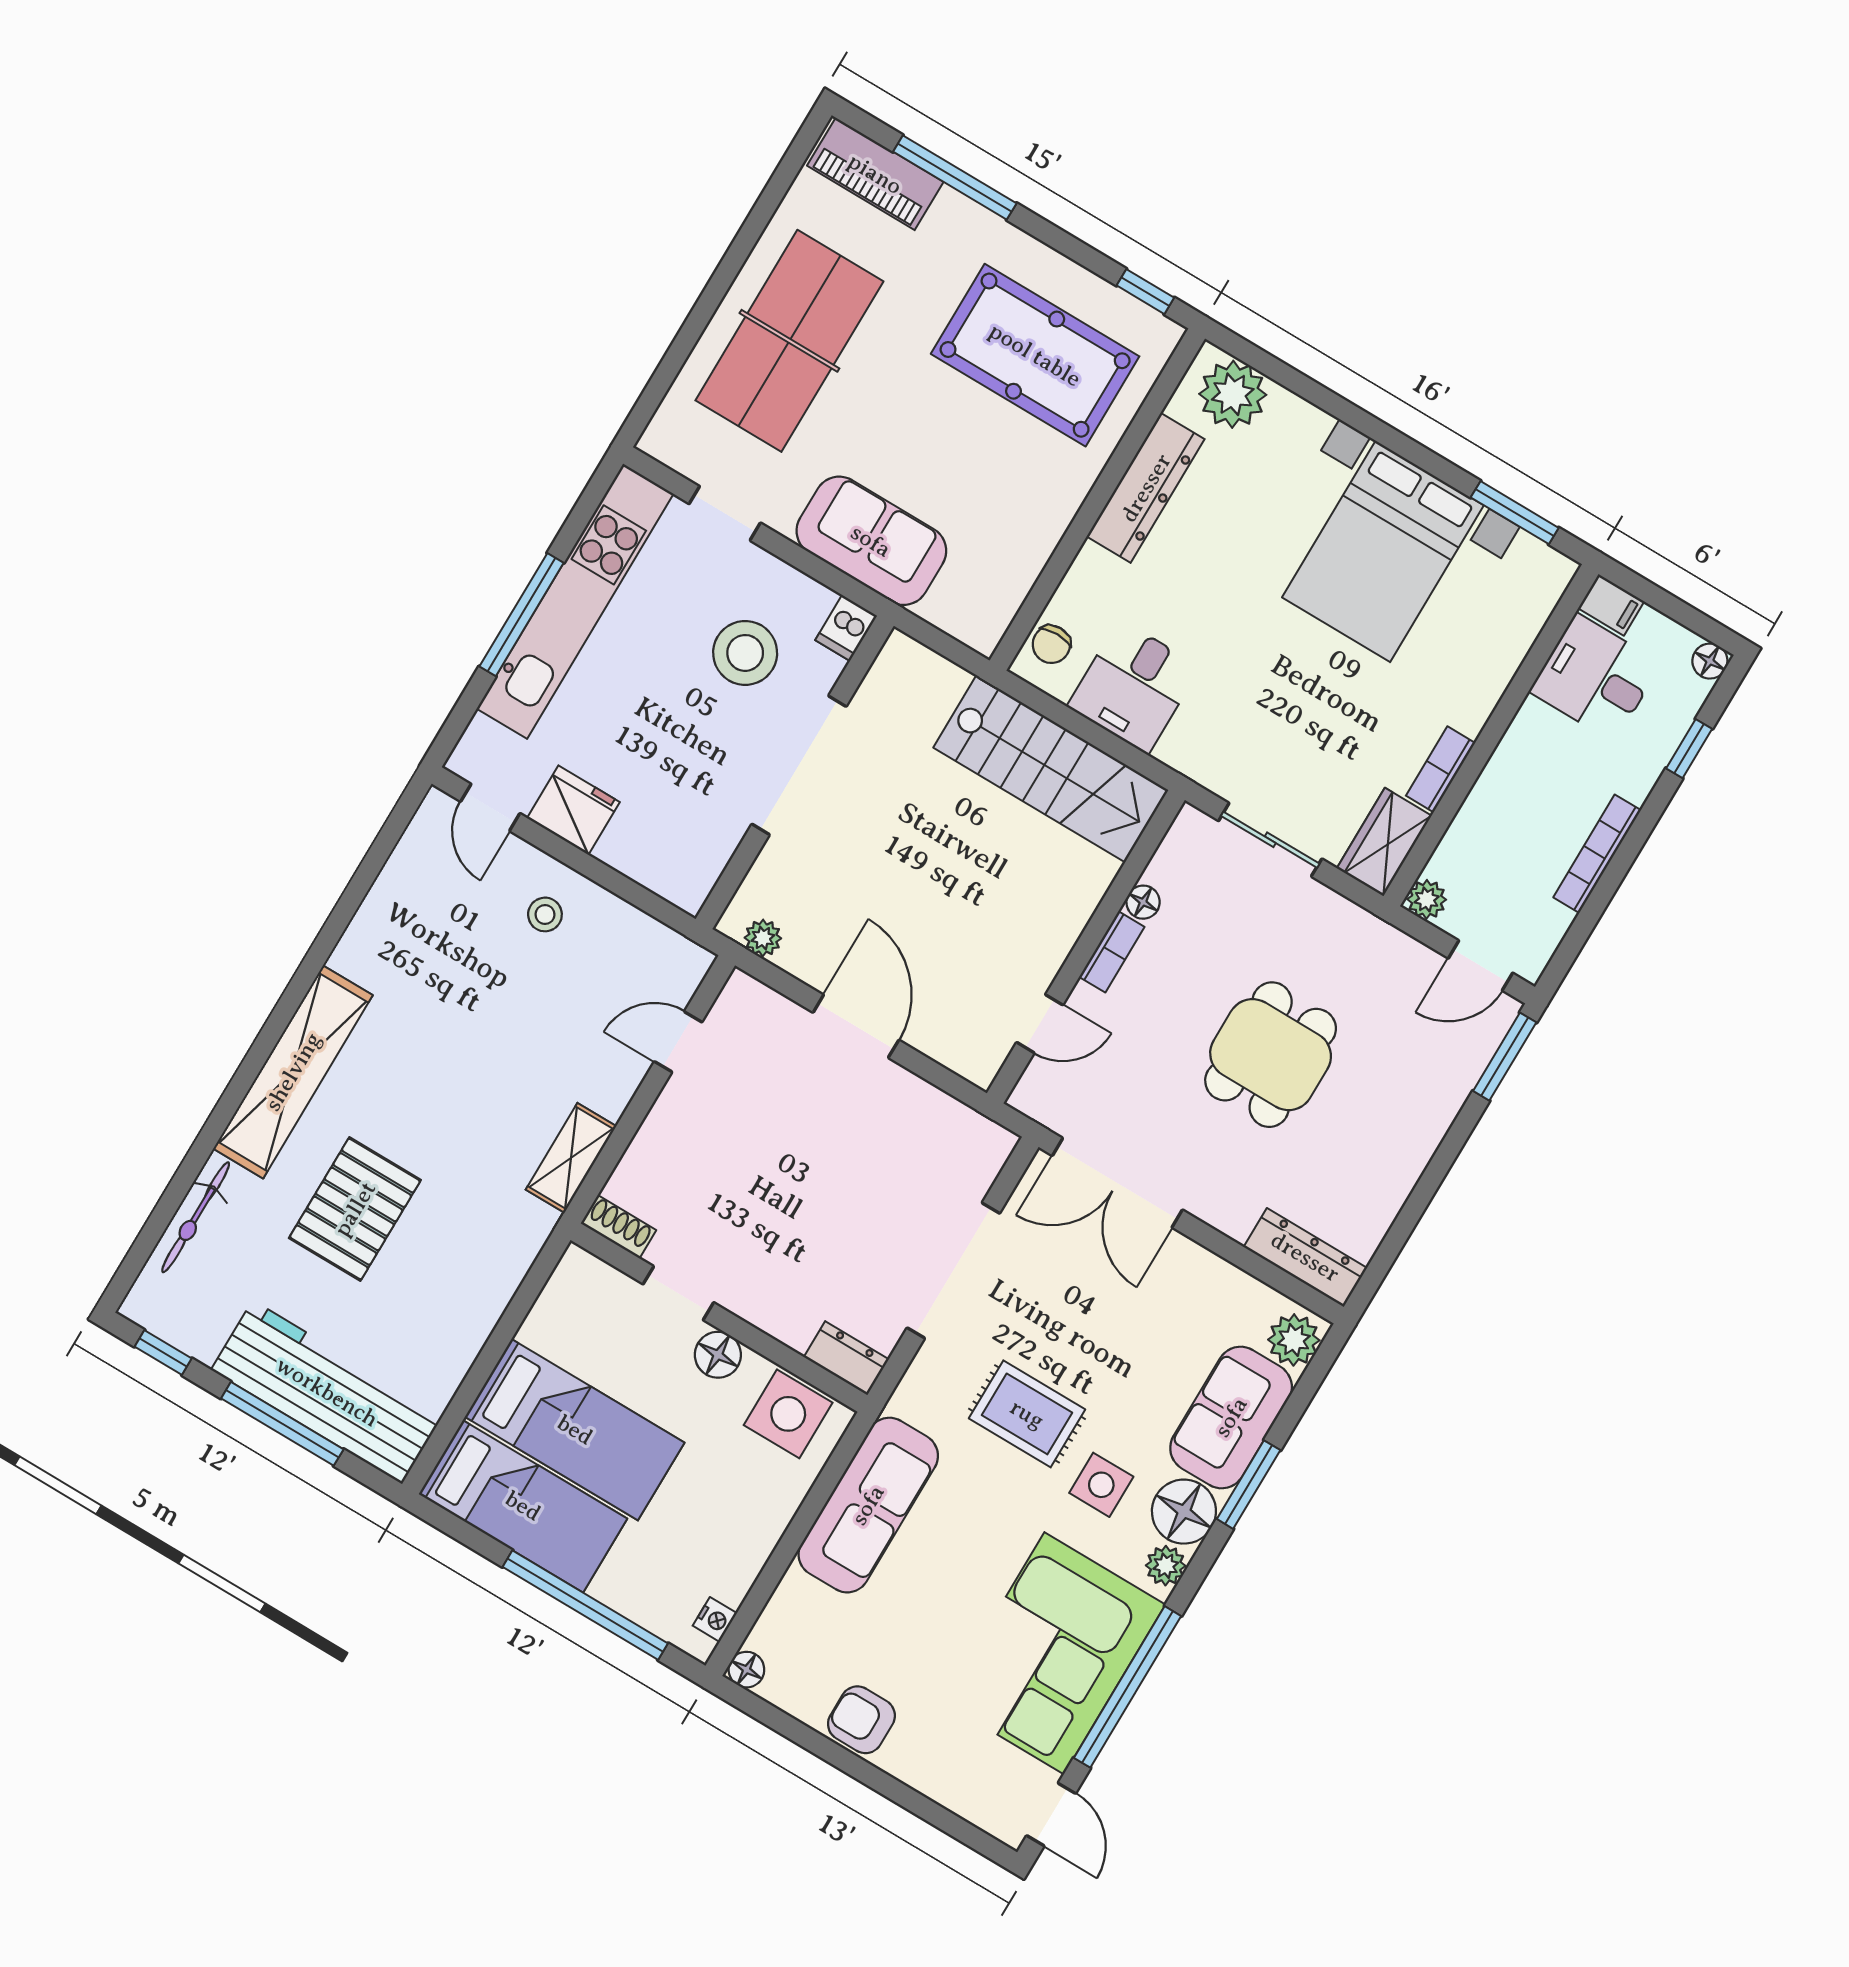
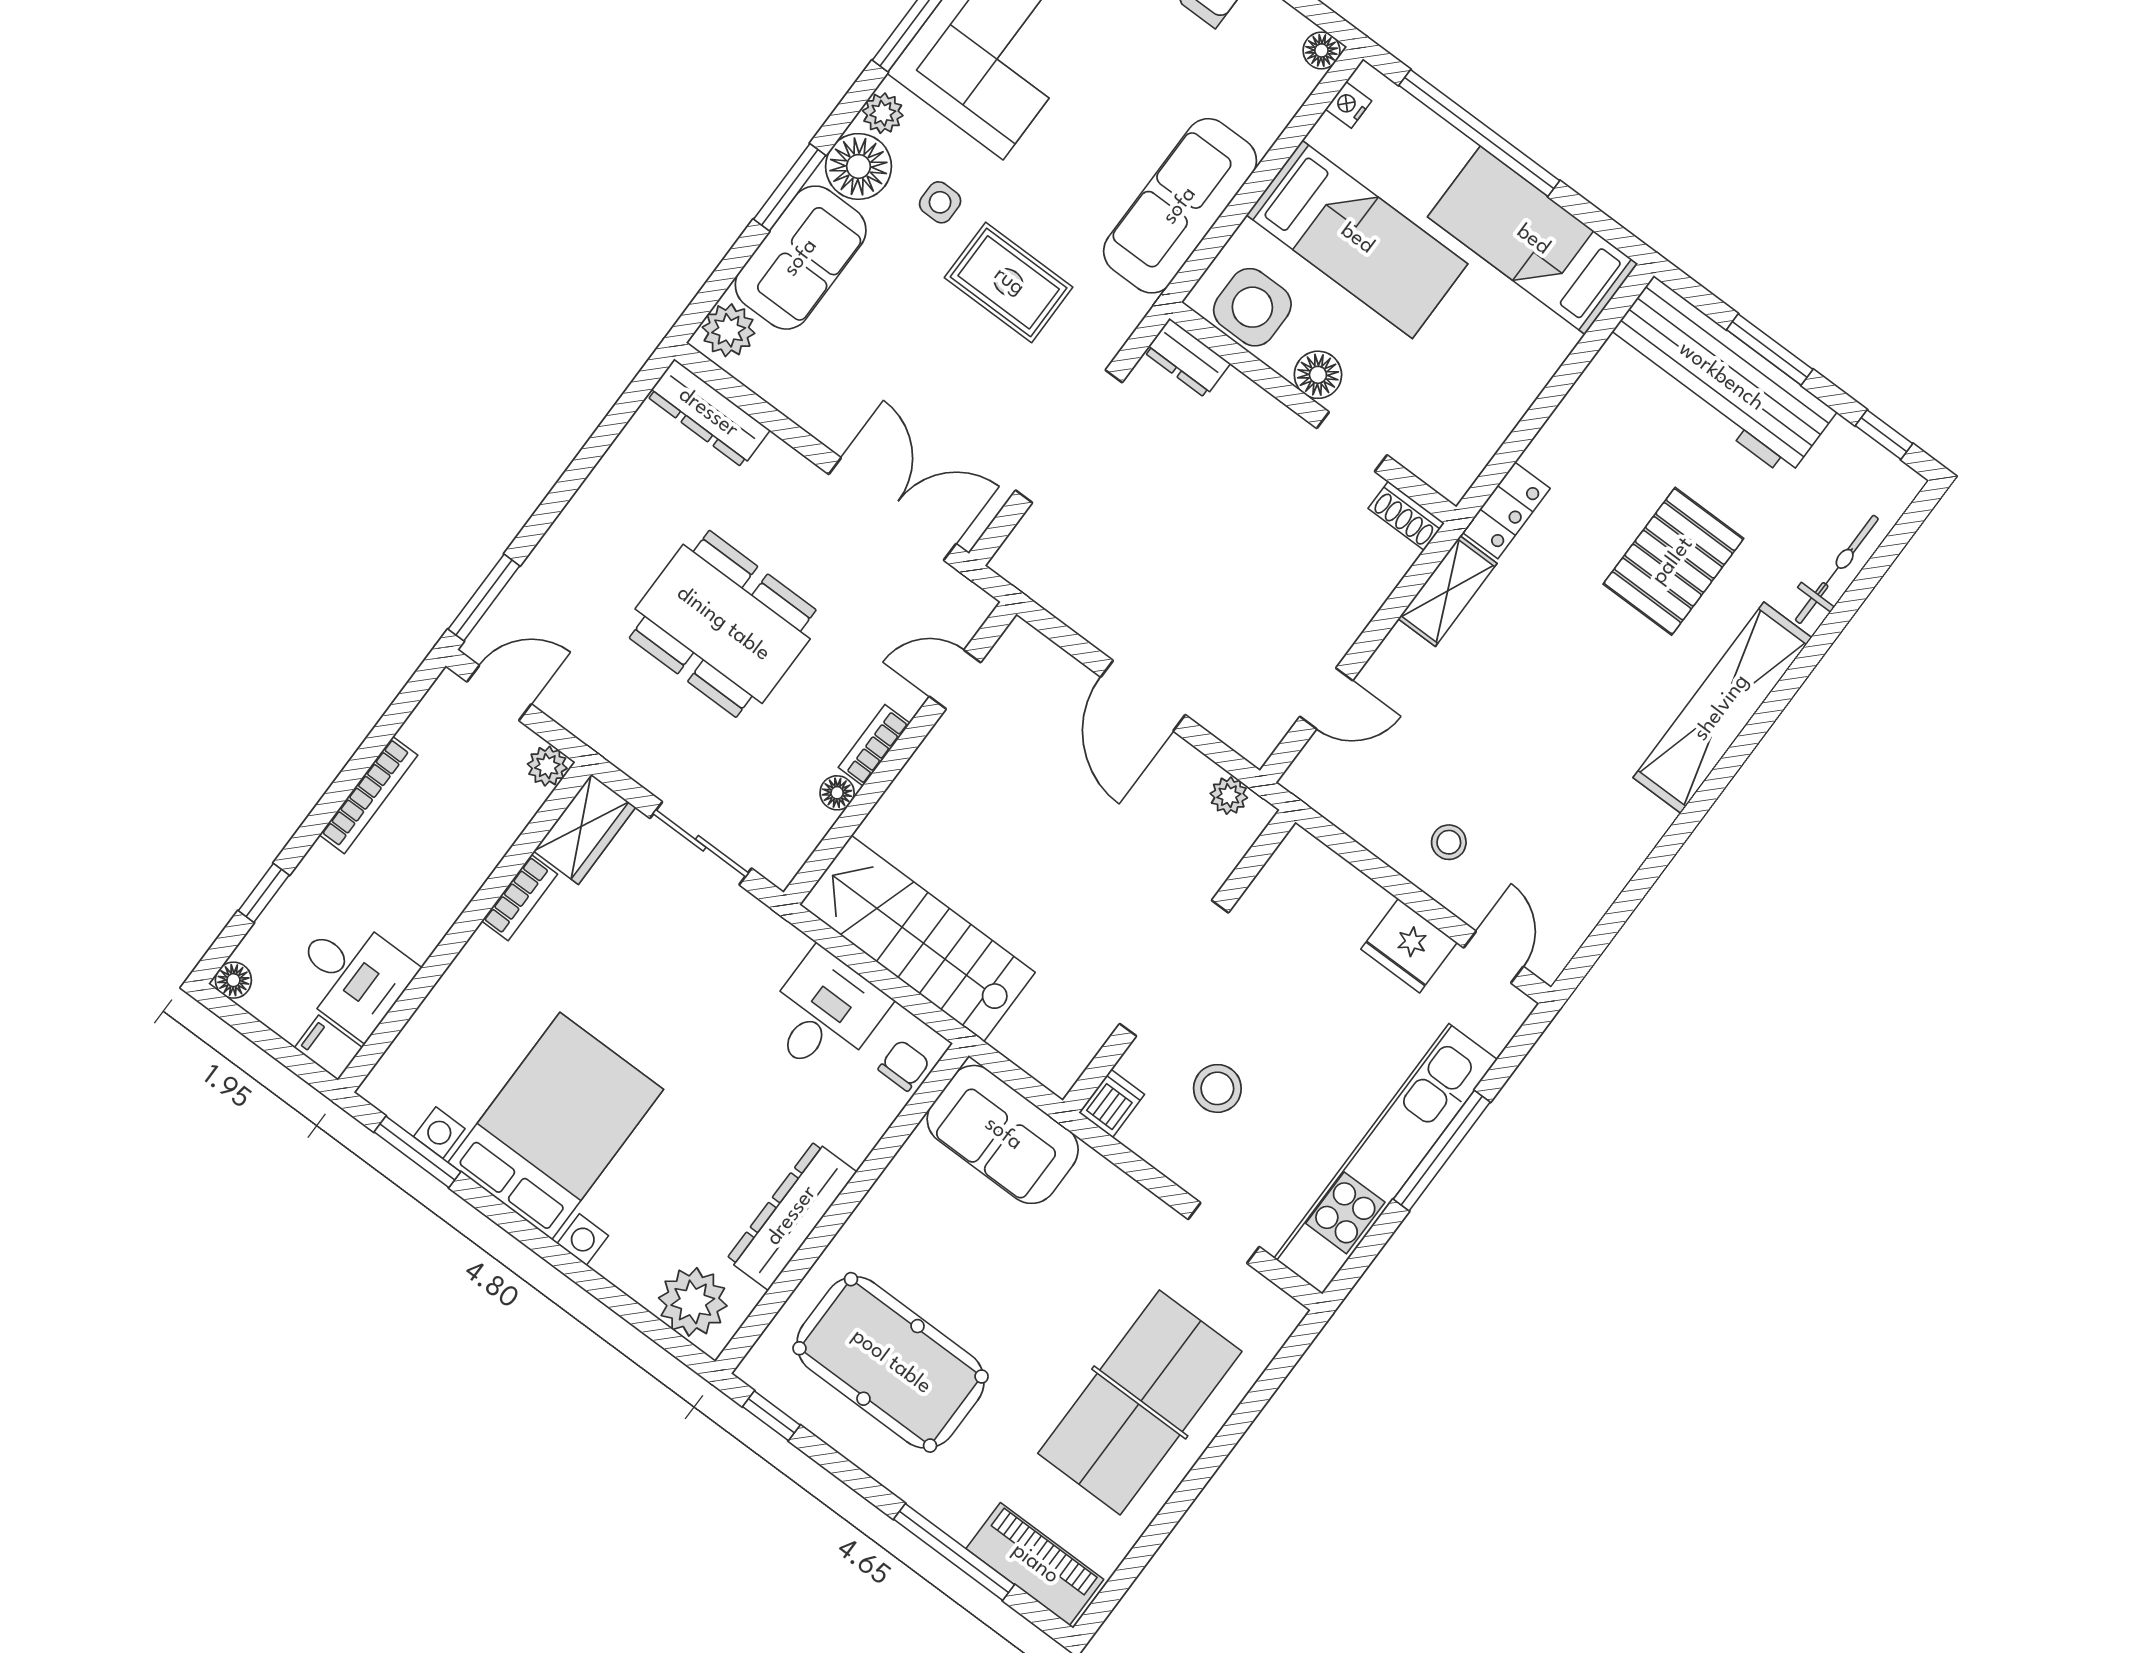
sofa: (871, 541) -> (1003, 1134), moved
stool: (745, 653) -> (1217, 1088), width x0.73, depth x0.73
dining table: (1271, 1055) -> (723, 624), width x1.38
locker: (522, 1242) -> (1506, 510), added
window: (282, 1424) -> (1770, 350), width x0.69
bed: (575, 1430) -> (1357, 239), moved, turned 180
side table: (1101, 1485) -> (940, 202), width x0.73, depth x0.73

